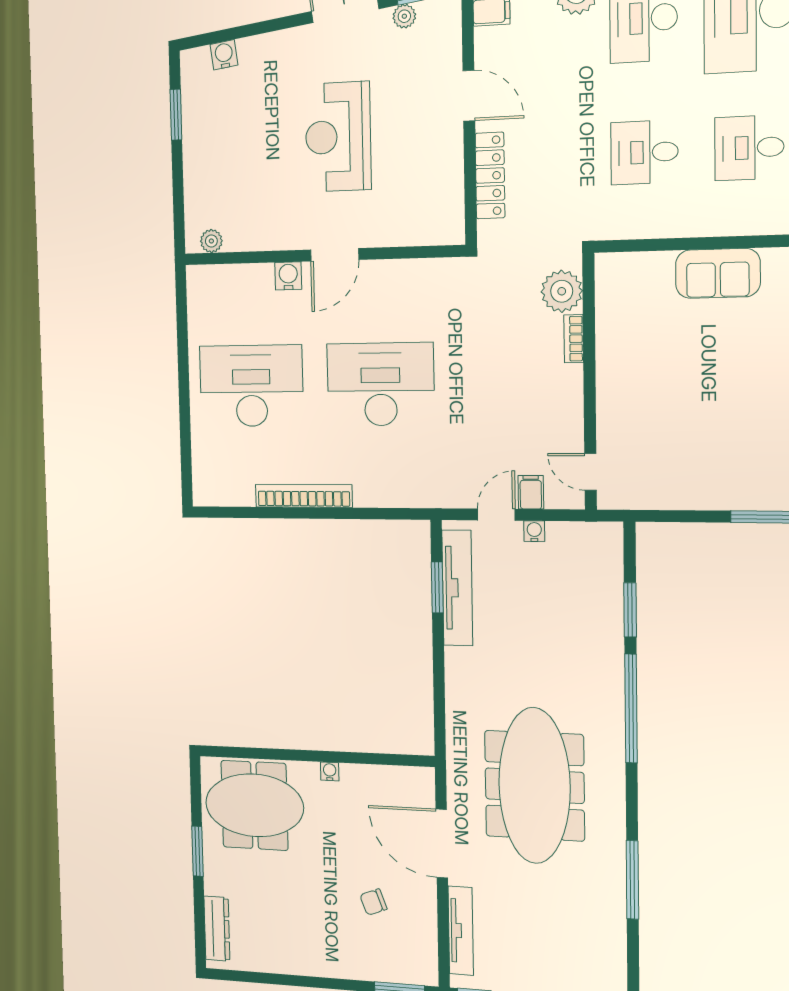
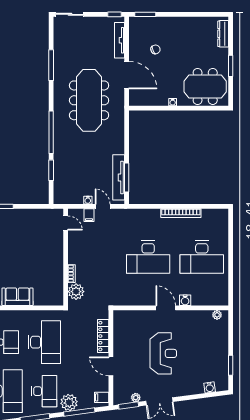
desk: (644, 152) -> (44, 342), width x1.87, depth x1.30
door: (335, 255) -> (166, 308), hinge flipped
door: (496, 515) -> (103, 206), swing flipped
window: (437, 587) -> (127, 178), width x1.44

